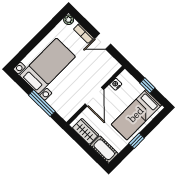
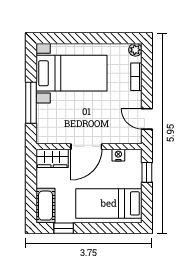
door: (103, 41) -> (147, 119), moved
window: (147, 85) -> (147, 172), moved
wardrobe: (86, 131) -> (52, 158), moved, turned 90
window: (137, 141) -> (64, 228), moved

